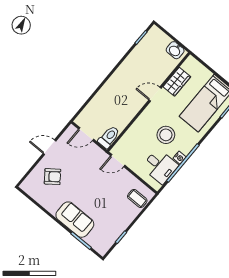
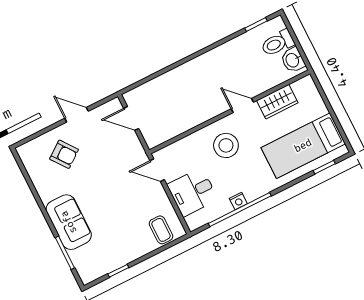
stool: (166, 135) -> (226, 145), moved
toilet: (109, 137) -> (278, 43), moved, turned 180
desk: (160, 166) -> (193, 192), moved, turned 90

